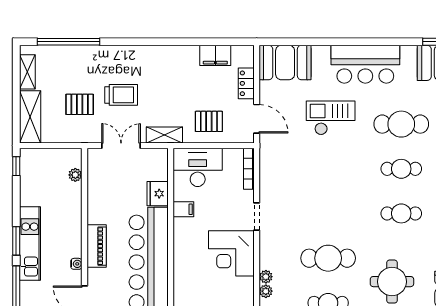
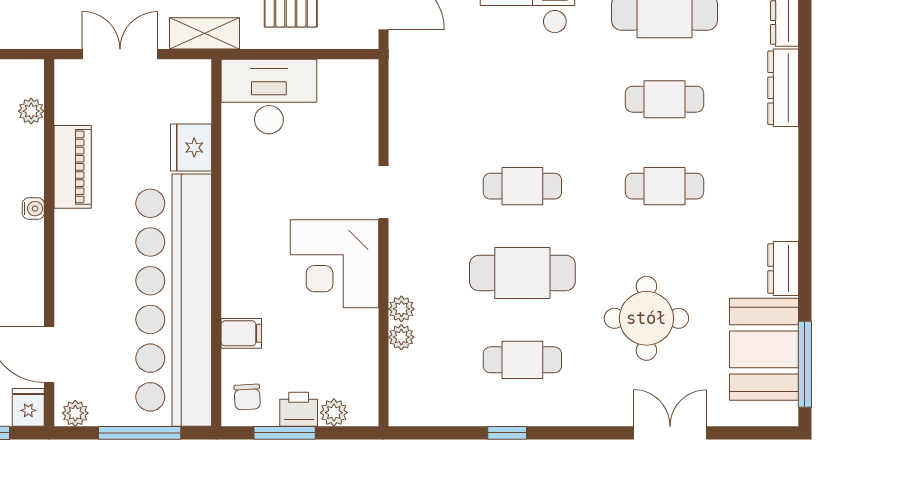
bookcase: (249, 169) -> (368, 99), removed
filing cabinet: (183, 209) -> (241, 333), moved
cafe table: (328, 213) -> (522, 186), added
piano: (97, 246) -> (73, 167), moved
water cooler: (76, 264) -> (33, 209), moved

